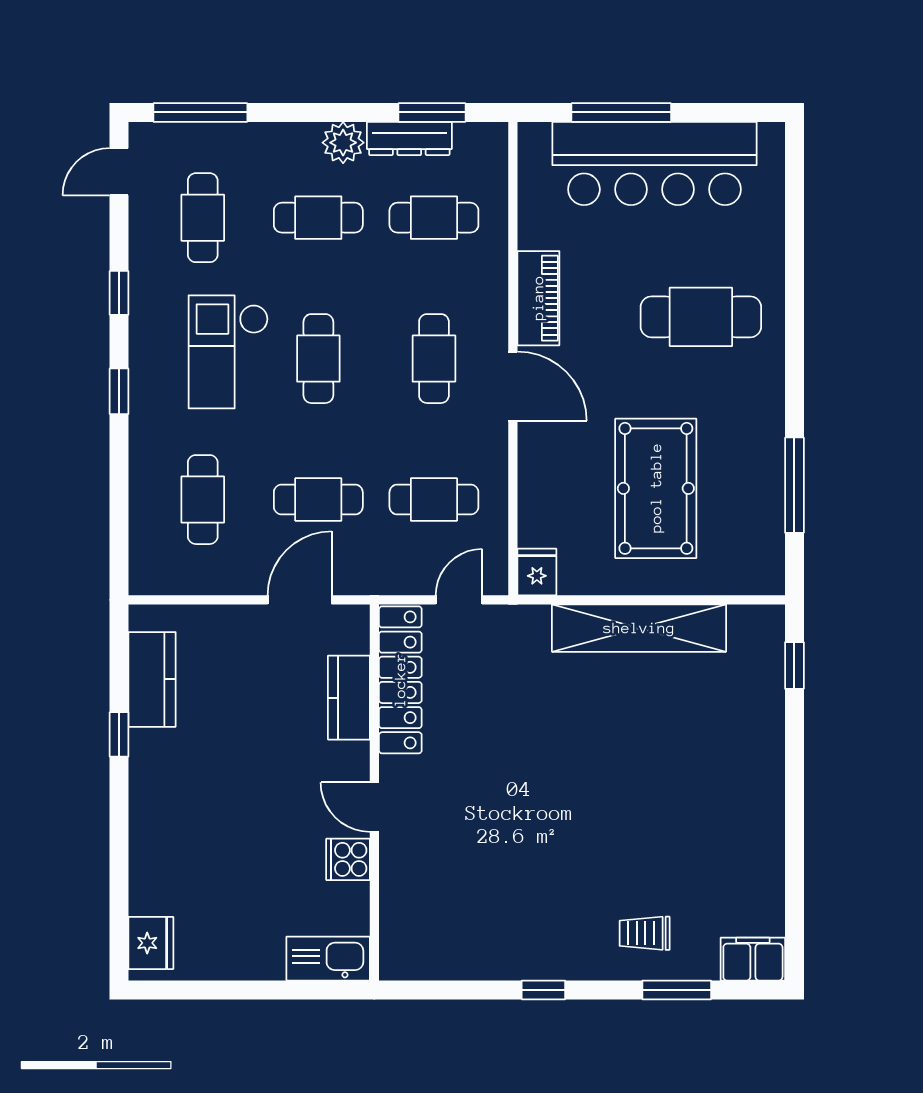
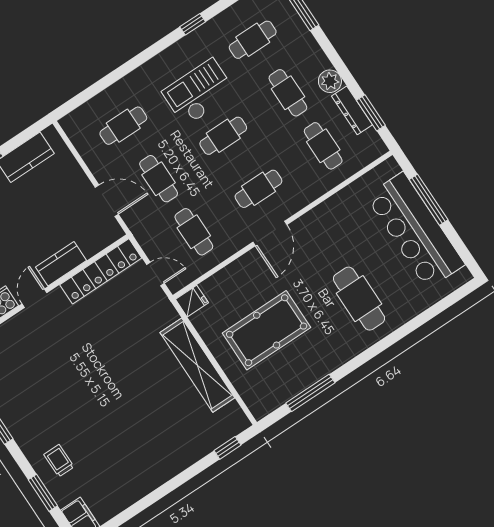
piano: (538, 298) -> (318, 218), removed
window: (119, 391) -> (147, 54), removed
kitchen counter: (349, 698) -> (61, 264), moved

